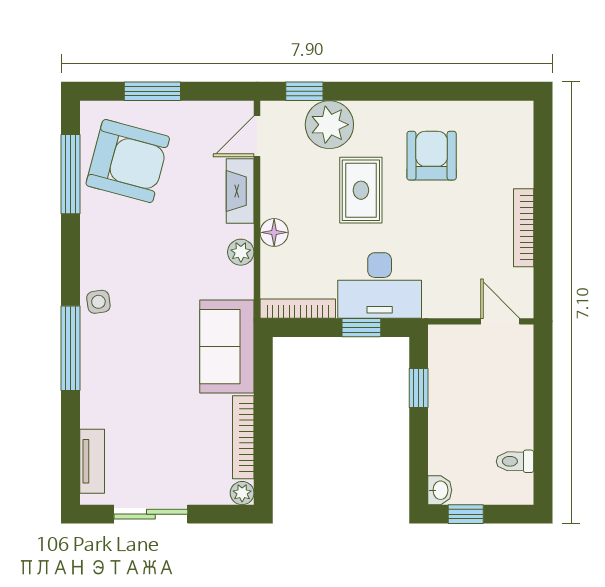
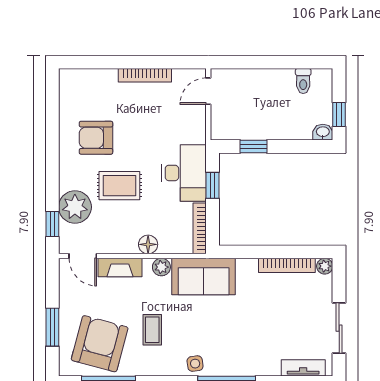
coffee table: (148, 239) -> (152, 330), added
sofa: (227, 347) -> (204, 276), moved

